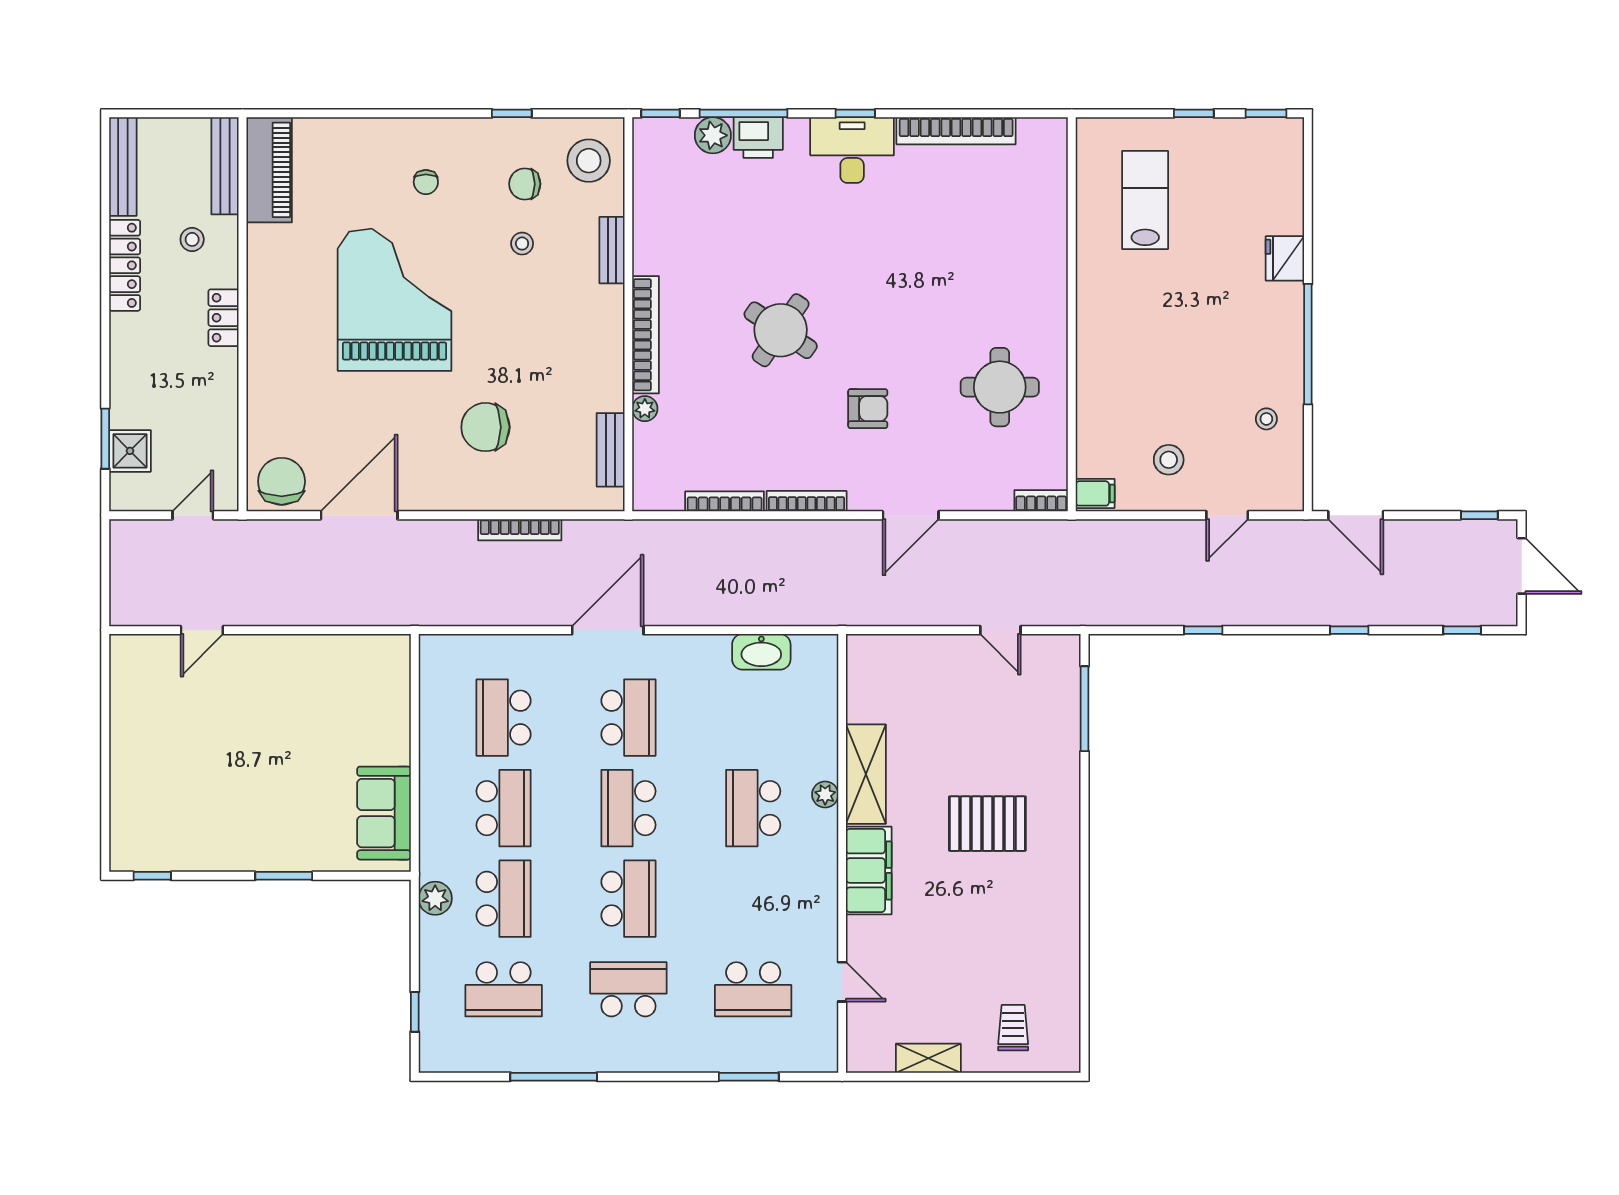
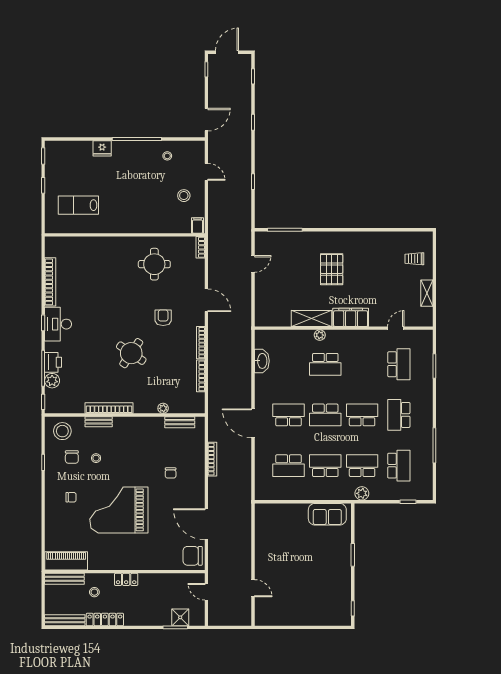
bookcase: (646, 335) -> (109, 408), moved
chair: (485, 427) -> (171, 473), width x0.54, depth x0.54

